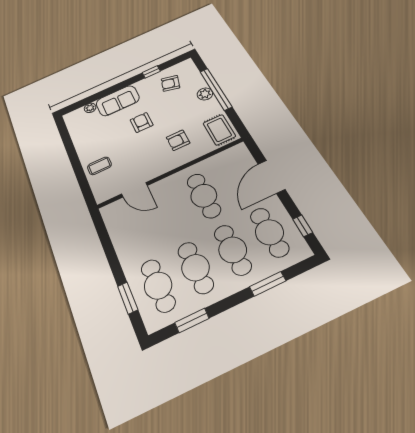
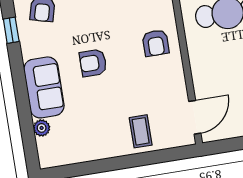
armchair: (178, 140) -> (156, 43), moved
door: (134, 190) -> (195, 117), moved

